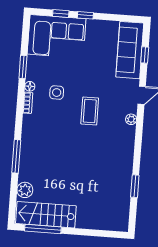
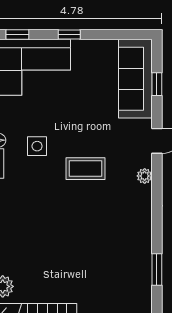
window: (61, 13) -> (17, 35), moved
coffee table: (90, 111) -> (85, 169), turned 90

